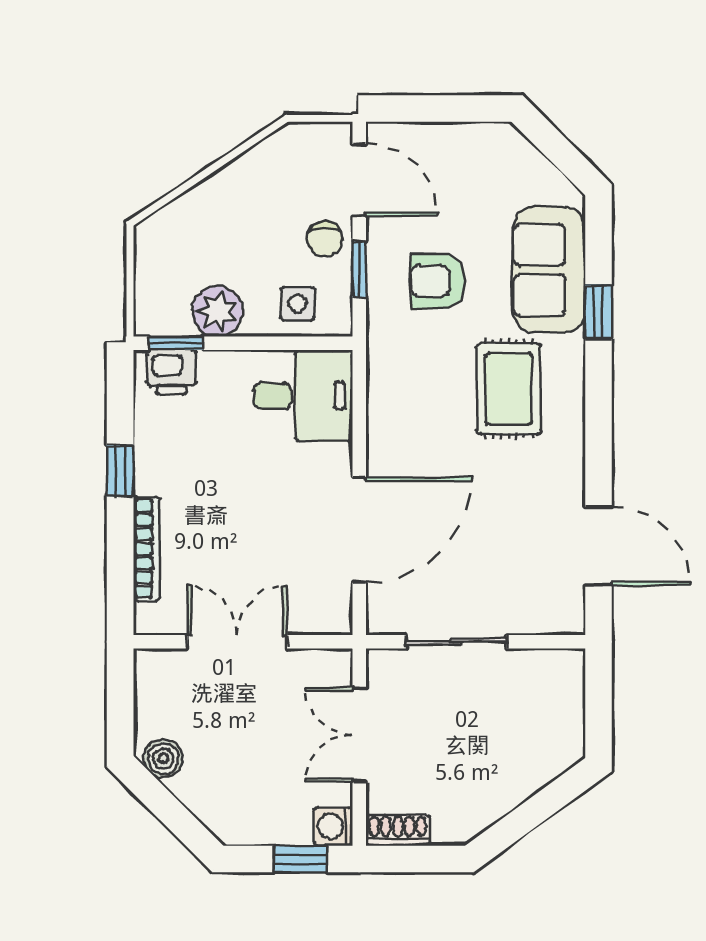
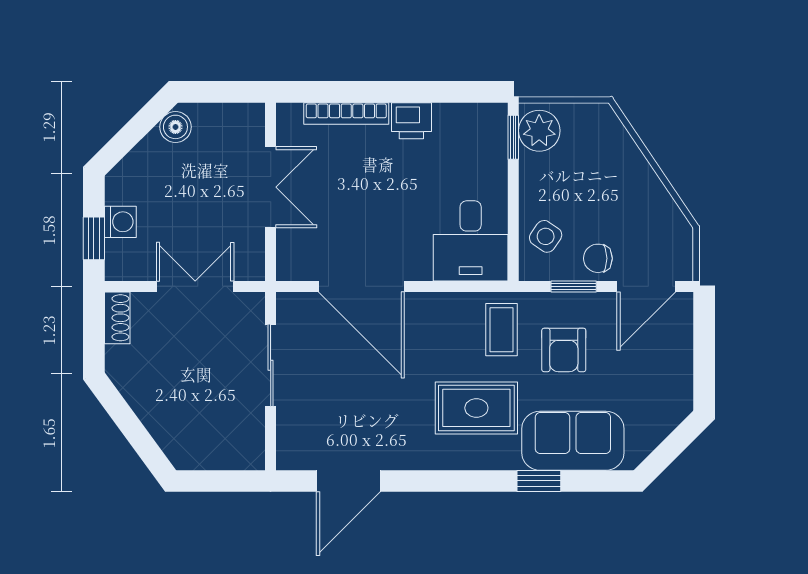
armchair: (437, 281) -> (564, 350), turned 180
side table: (298, 304) -> (546, 236), turned 34
plant: (218, 311) -> (539, 131), moved
coffee table: (413, 358) -> (501, 330), added
printer: (172, 372) -> (411, 121), moved, turned -90
window: (120, 471) -> (410, 92), removed
washing machine: (333, 826) -> (120, 222), moved, turned 90

